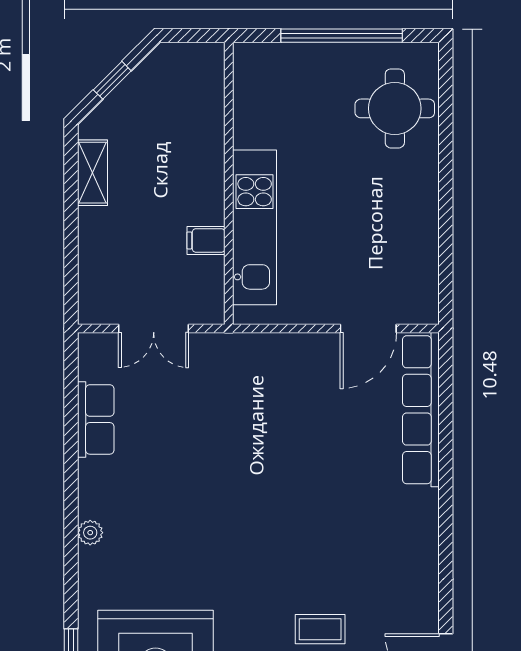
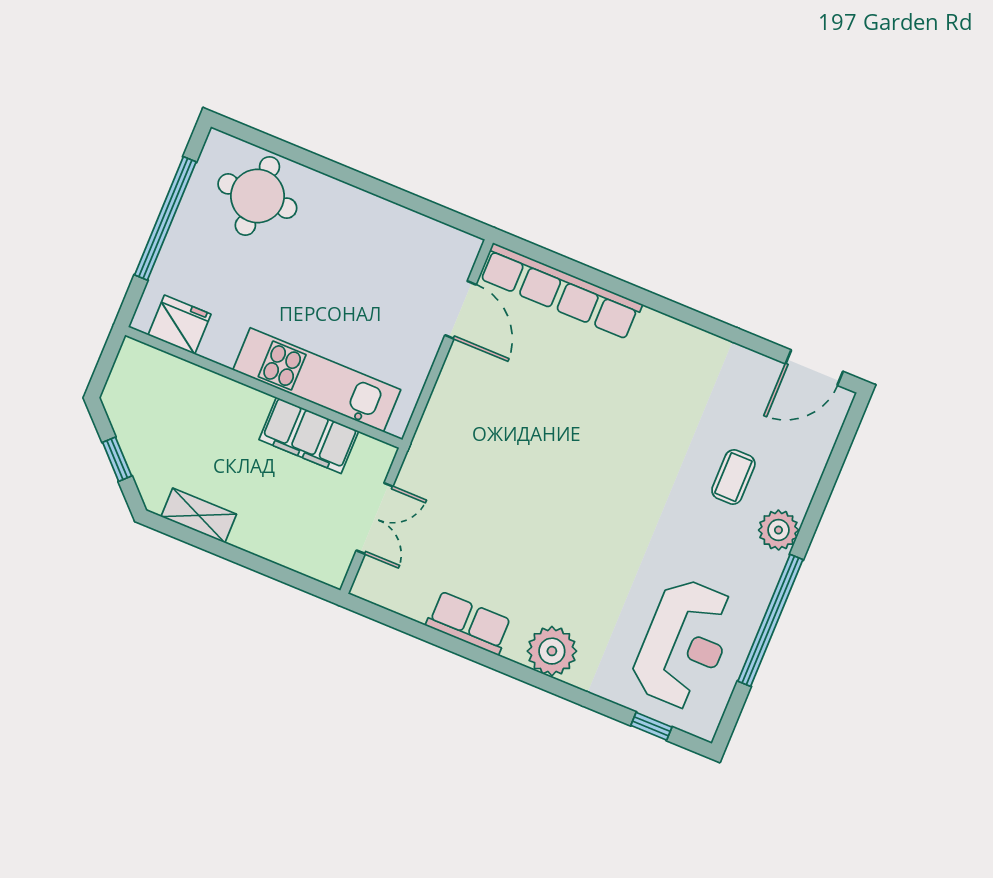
fridge: (253, 86) -> (179, 325), added
filing cabinet: (206, 240) -> (309, 435), width x3.00, depth x1.17
row of seats: (96, 419) -> (469, 623), moved
plant: (90, 533) -> (552, 651), width x1.88, depth x1.88

